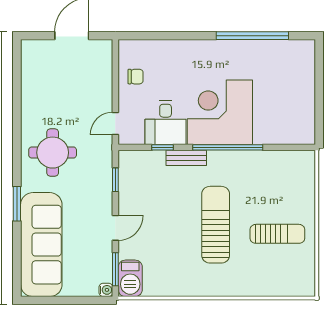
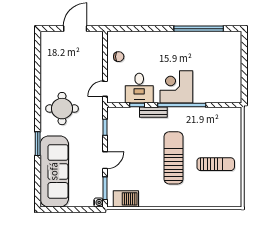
corner desk: (220, 112) -> (176, 87), width x0.74, depth x0.74
barbecue: (130, 278) -> (126, 199), moved, turned -90

